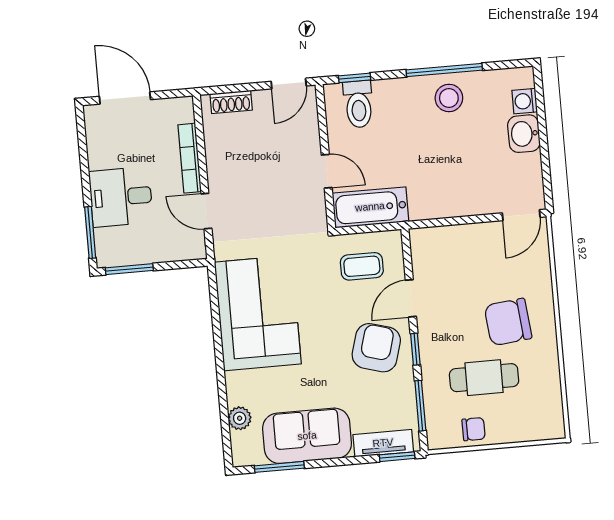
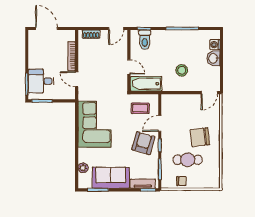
stool: (449, 98) -> (182, 70), moved
desk: (121, 197) -> (41, 81), moved

